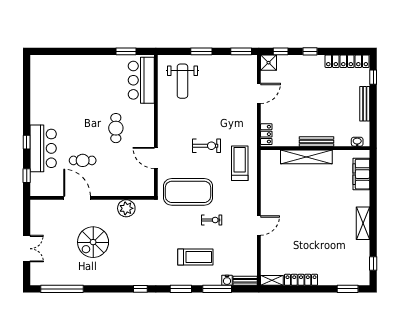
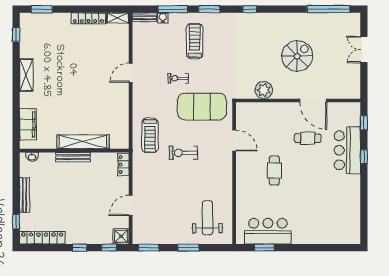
bar counter: (141, 80) -> (268, 231), moved, turned -90
treadmill: (195, 257) -> (195, 41), turned 90

